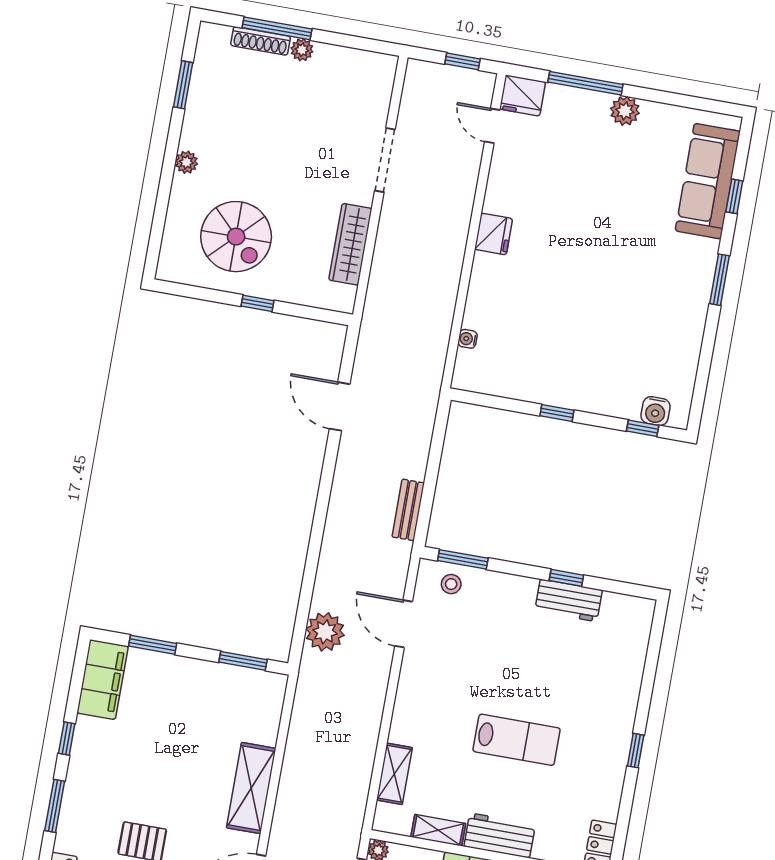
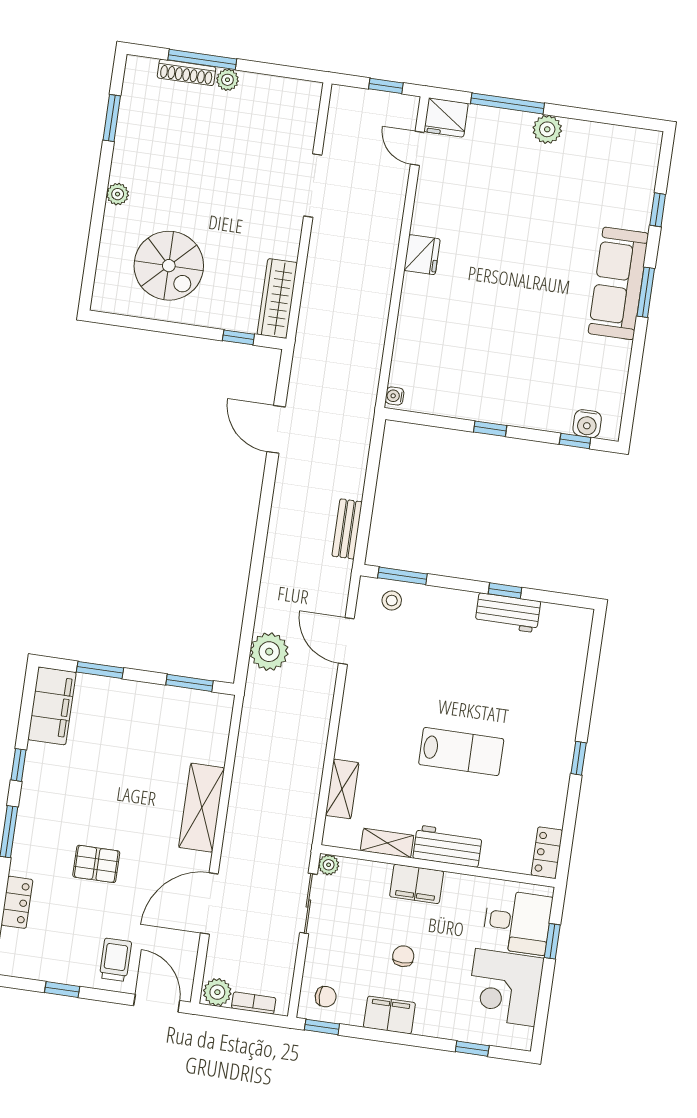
sofa: (708, 181) -> (618, 283), moved
wardrobe: (350, 244) -> (277, 298), moved
window: (257, 303) -> (238, 337), moved
water cooler: (468, 339) -> (395, 396), moved

